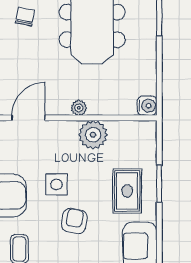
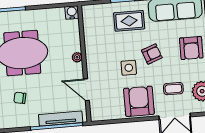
plant: (93, 135) -> (94, 46), removed
armchair: (74, 221) -> (152, 54), turned 150

